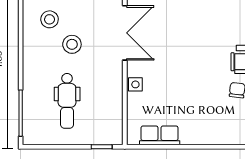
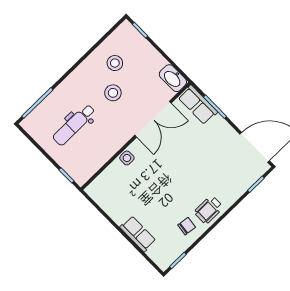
row of seats: (160, 135) -> (138, 234), moved

